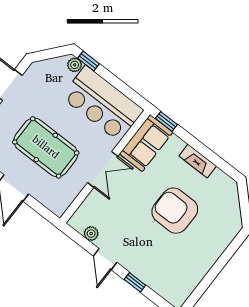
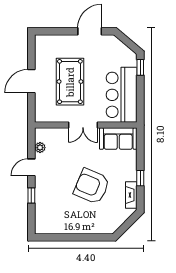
plant: (75, 65) -> (132, 61), removed
window: (166, 121) -> (140, 178), moved
fireplace: (198, 161) -> (131, 195), moved
armchair: (175, 211) -> (92, 186), turned -67

